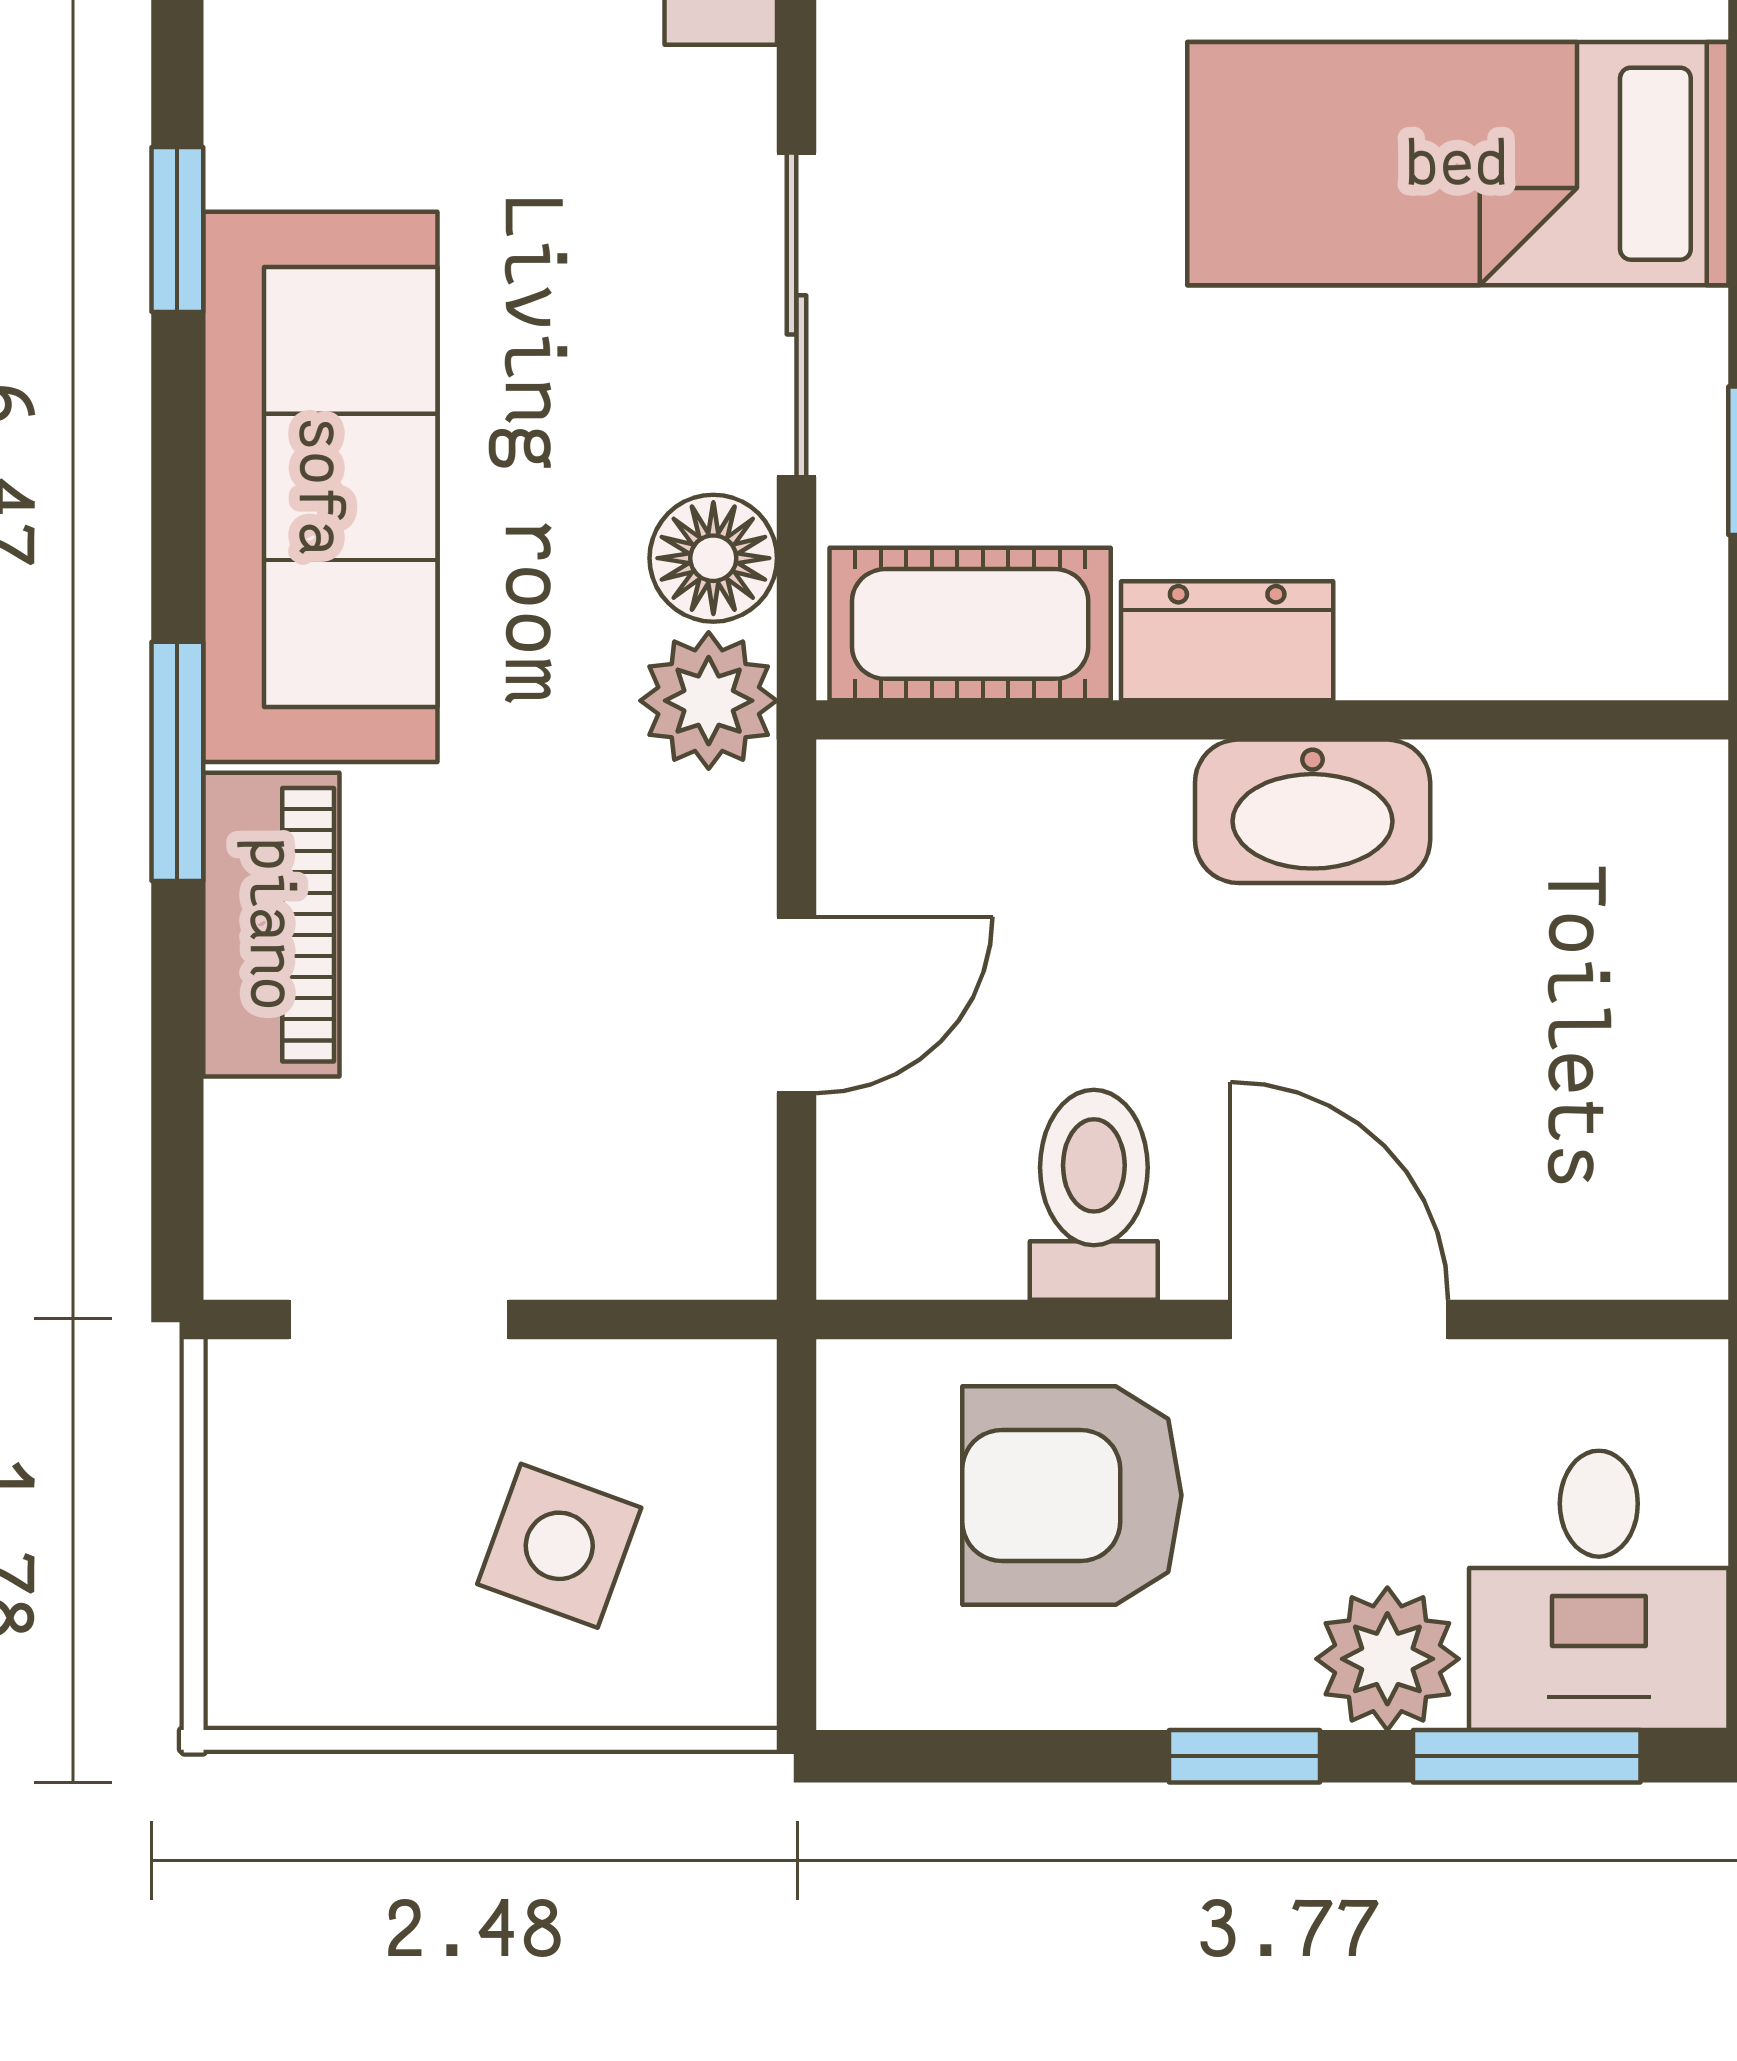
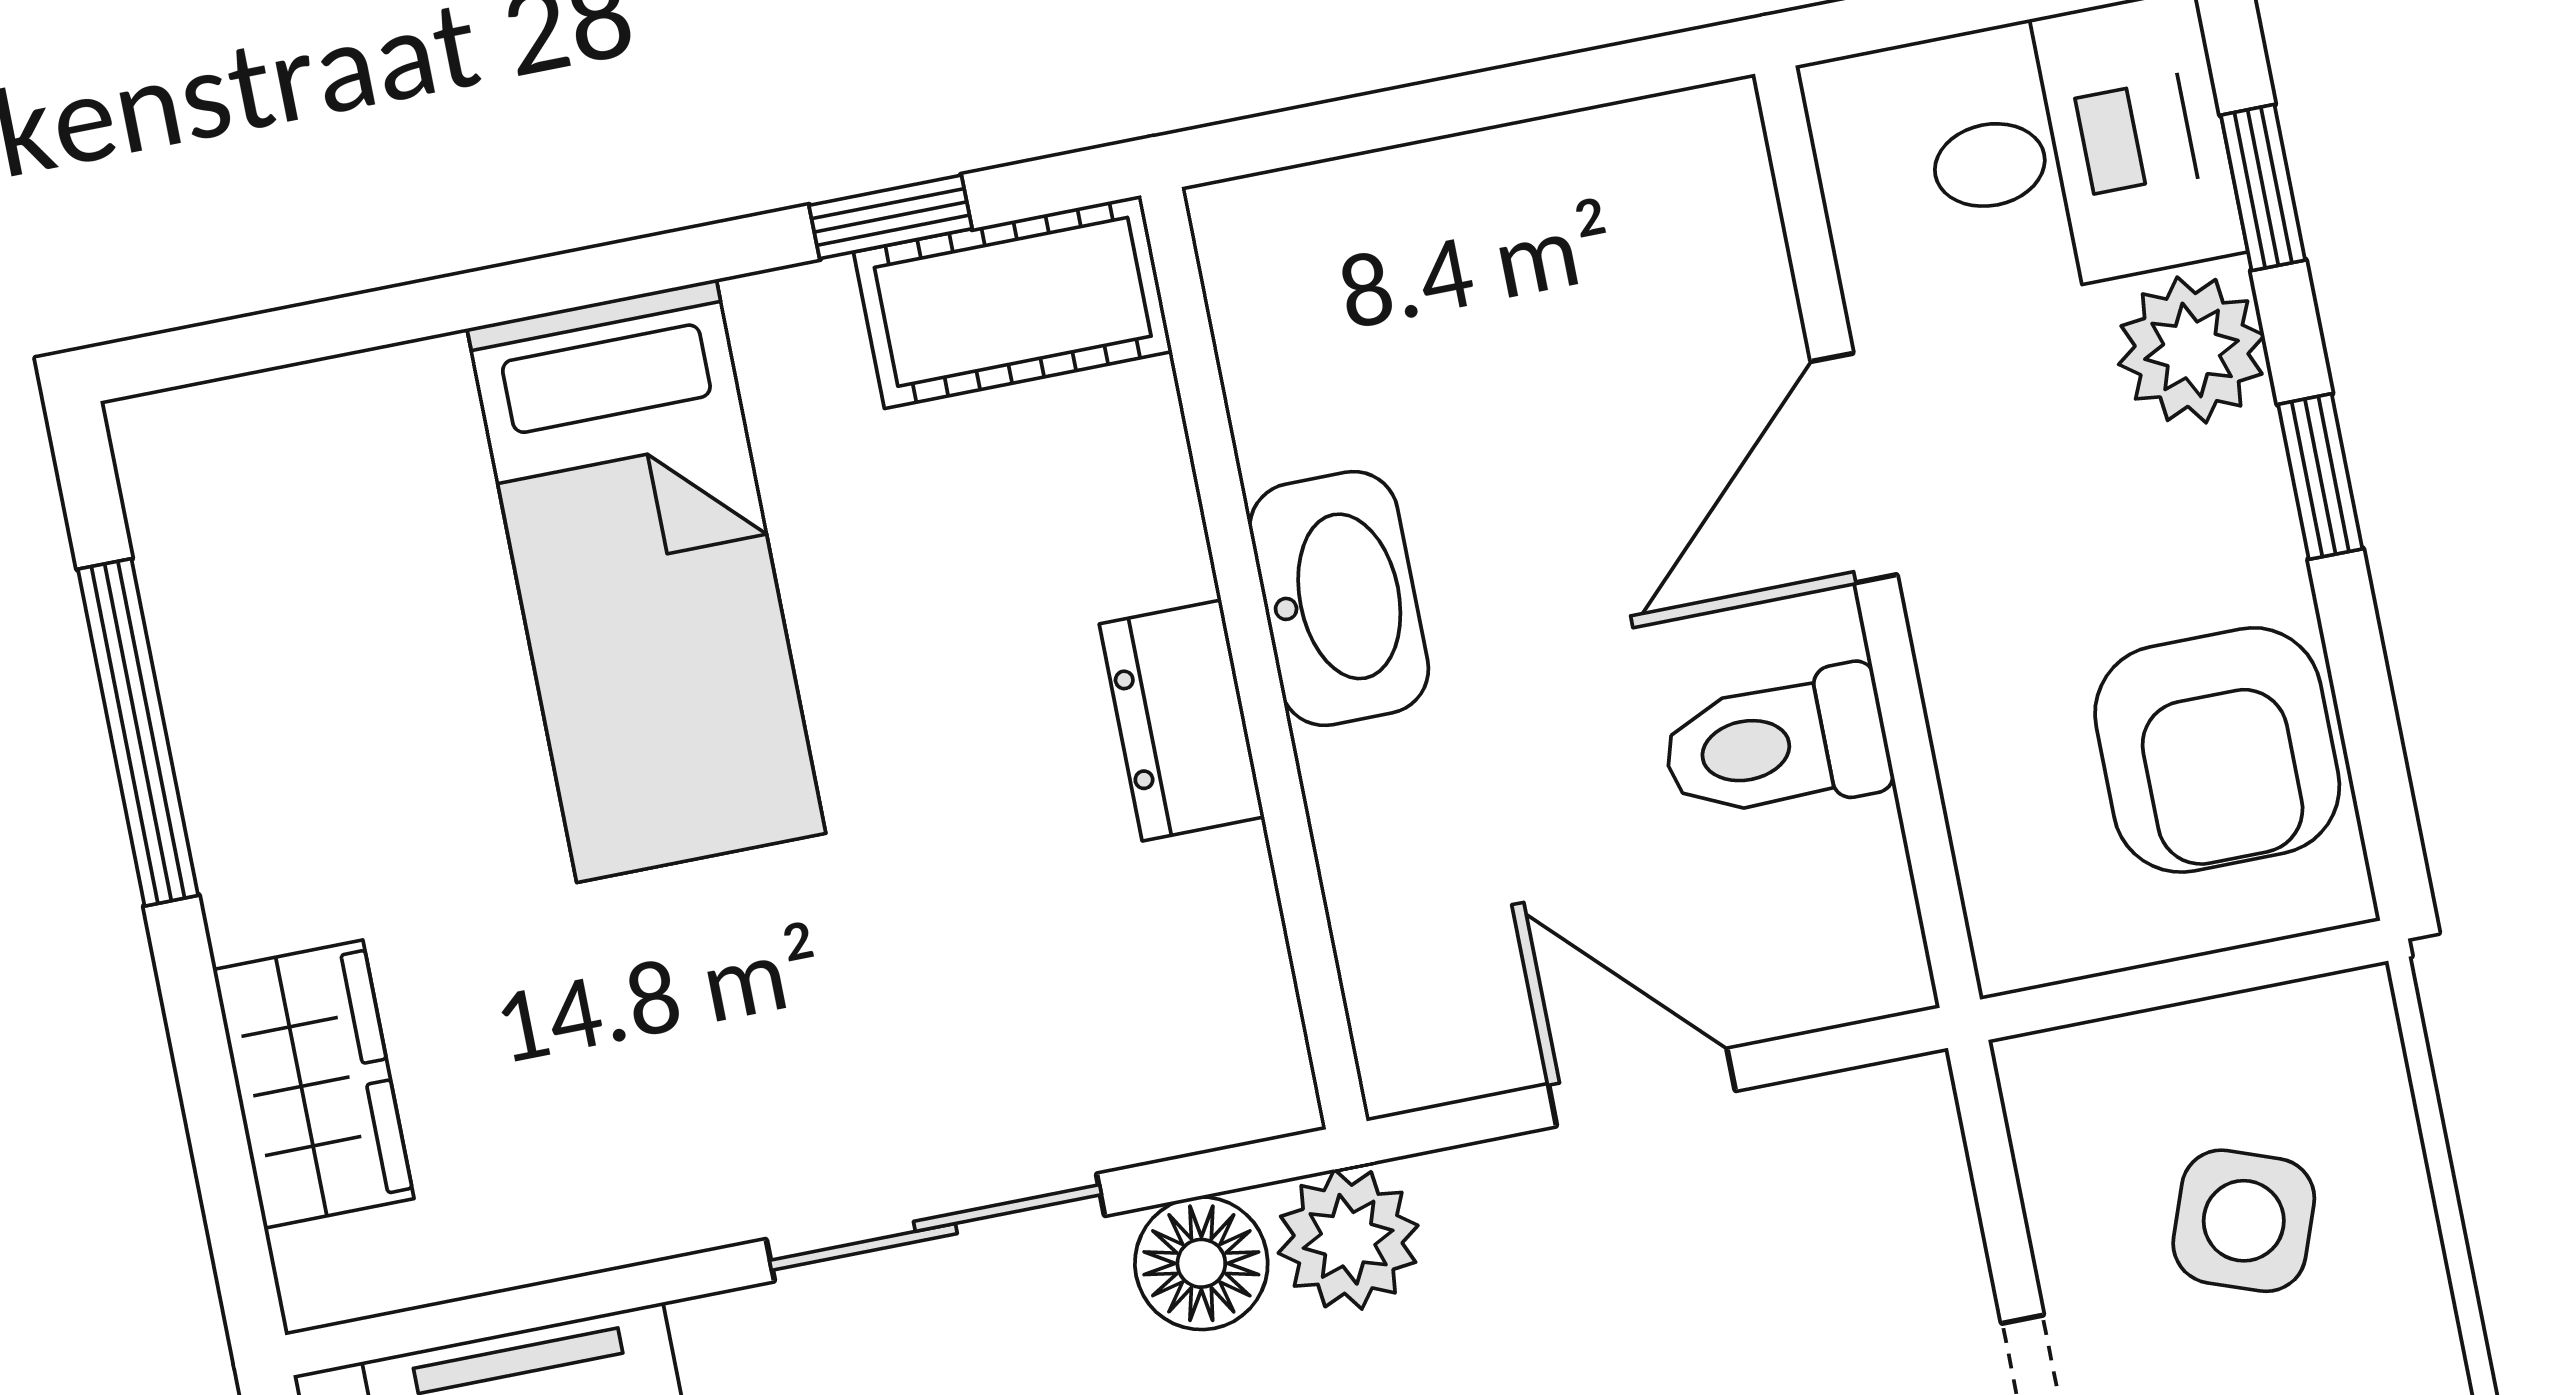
cot: (970, 624) -> (1013, 302), moved, turned 90
armchair: (1072, 1495) -> (2217, 750), moved
window: (1527, 1756) -> (2263, 188), width x0.67

